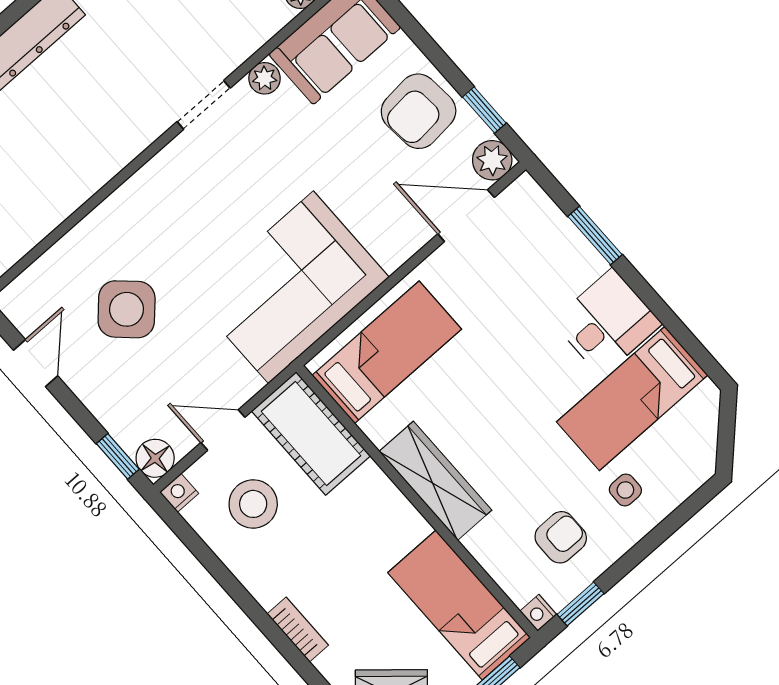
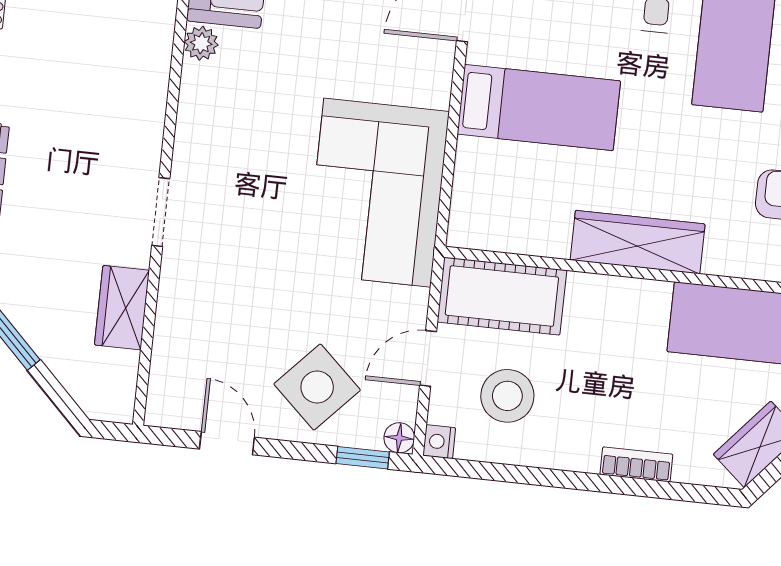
doorway: (204, 105) -> (161, 212), moved
wardrobe: (48, 207) -> (122, 308), added
side table: (127, 309) -> (317, 387), moved
bed: (387, 352) -> (539, 108), moved, turned 90
floor lamp: (155, 458) -> (399, 438), width x0.73, depth x0.73

